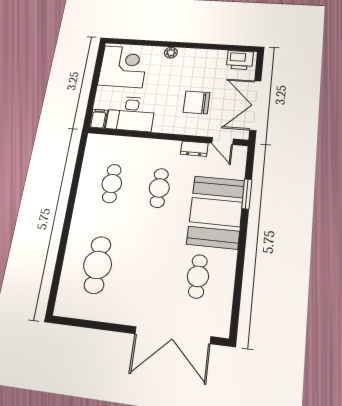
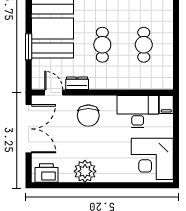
plant: (171, 53) -> (85, 171), moved, width x1.88, depth x1.88
chair: (197, 102) -> (88, 116), moved, turned 90

